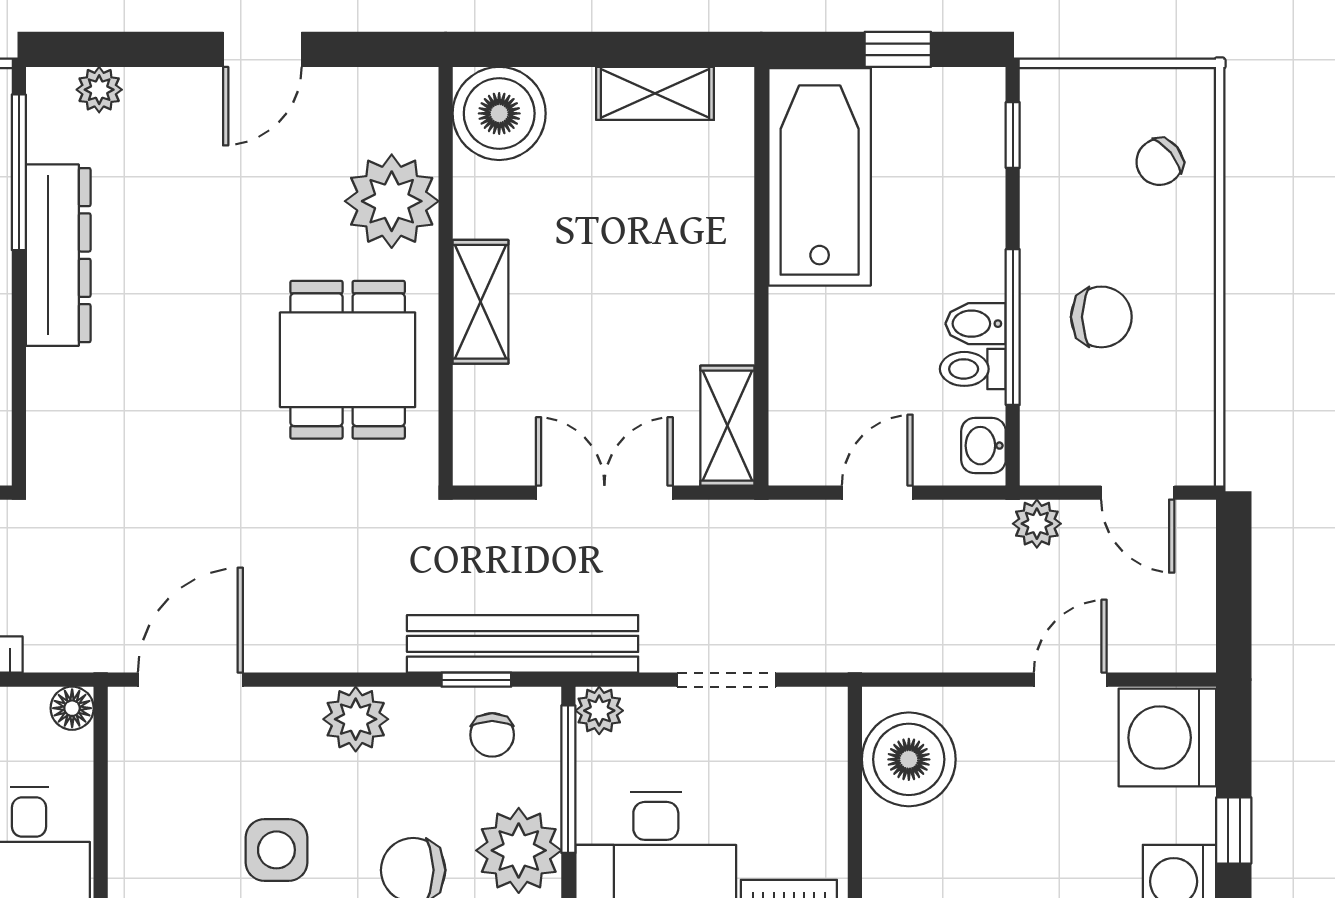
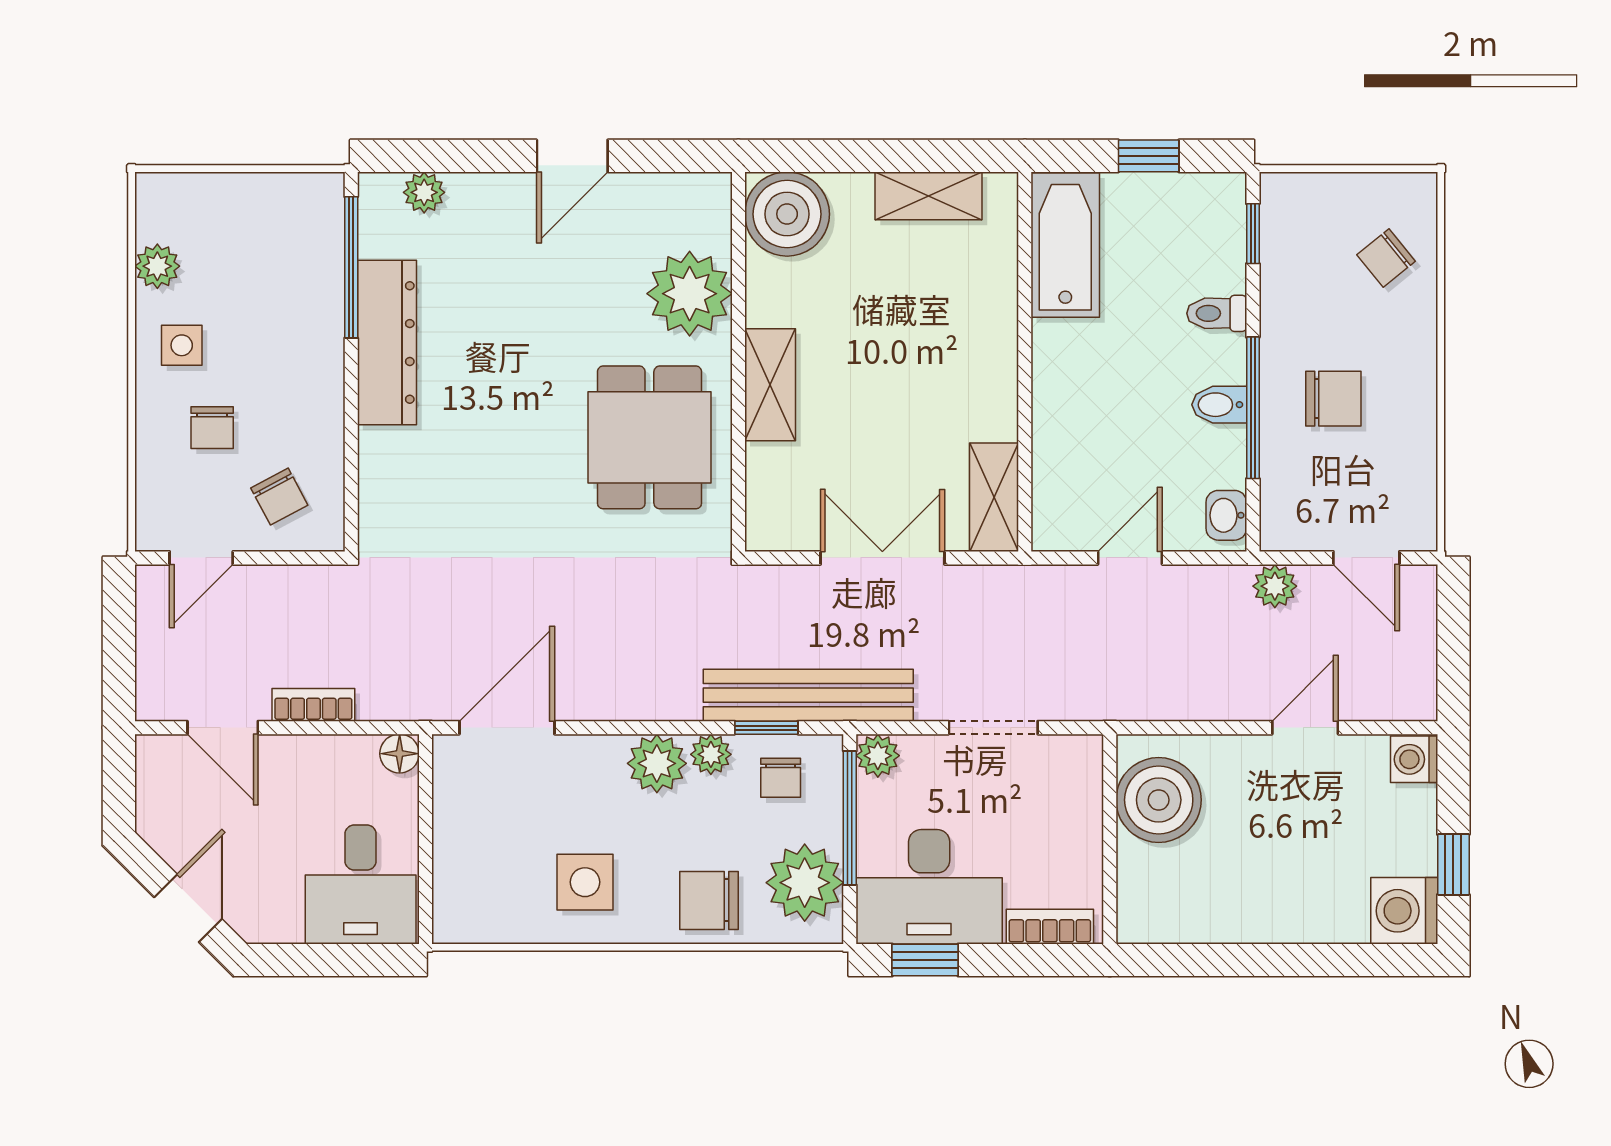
bathtub: (820, 177) -> (1065, 245), width x0.73, depth x0.73
toilet: (973, 369) -> (1217, 313), moved
plant: (415, 709) -> (711, 754), added
washing machine: (1167, 738) -> (1414, 759), width x0.53, depth x0.53

